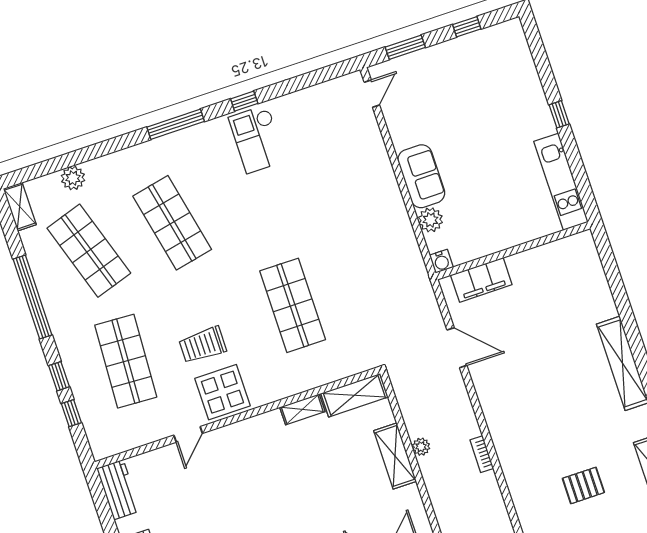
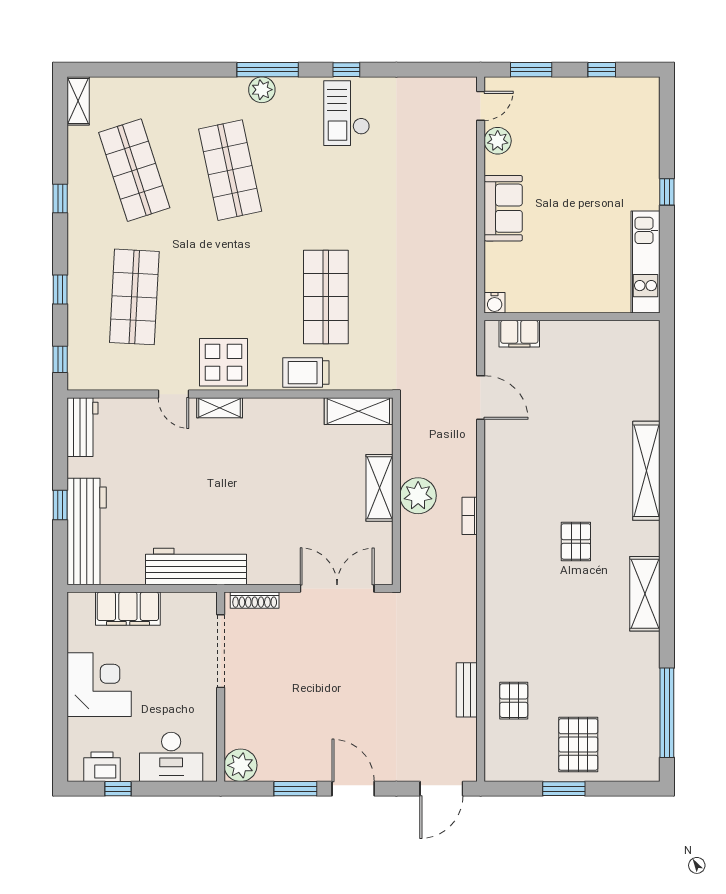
plant: (73, 178) -> (262, 90), moved
plant: (430, 220) -> (498, 141), moved
filing cabinet: (481, 280) -> (519, 334), width x0.67, depth x0.86
window: (32, 297) -> (60, 199), width x0.32
trolley: (203, 345) -> (306, 373), moved
shelving: (302, 409) -> (220, 408), moved
window: (71, 413) -> (60, 359), moved
door: (188, 434) -> (173, 394), hinge flipped
plant: (421, 447) -> (418, 496), width x1.87, depth x1.87
pallet: (583, 485) -> (576, 541), moved, turned 90

